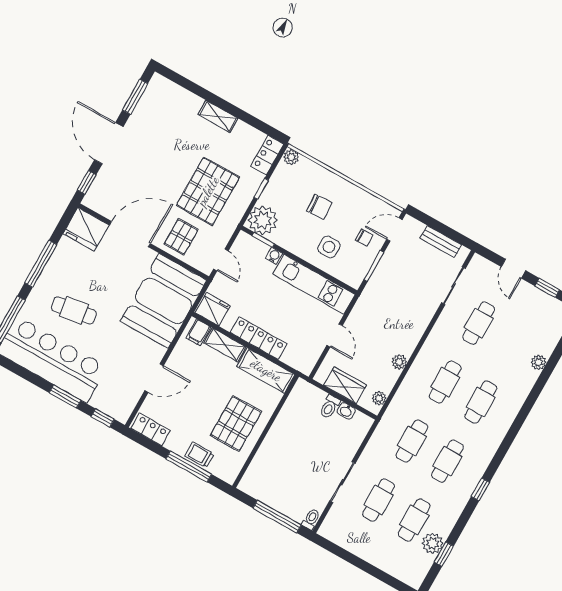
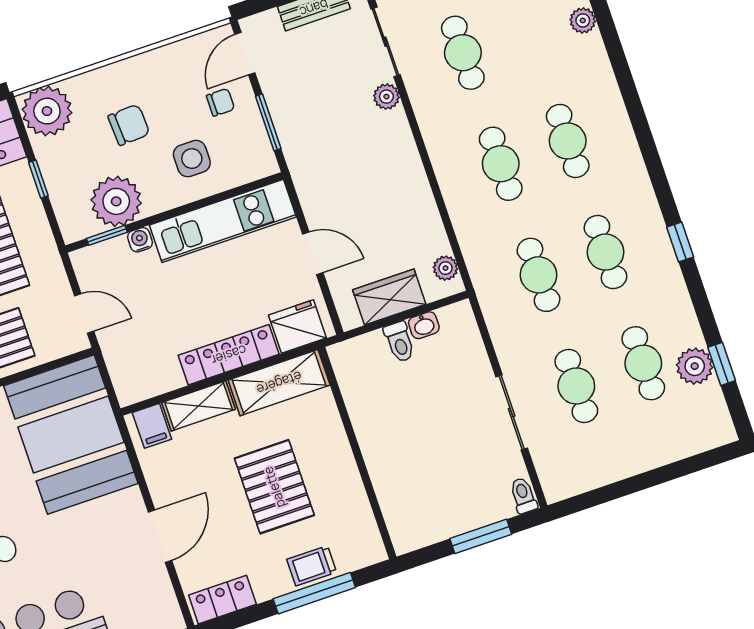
plant: (291, 157) -> (47, 111), width x1.87, depth x1.87
plant: (263, 220) -> (116, 201), moved
fridge: (213, 309) -> (297, 327), moved
plant: (399, 362) -> (386, 97), moved
pallet: (236, 424) -> (274, 487), moved
window: (277, 517) -> (481, 536), width x0.69

